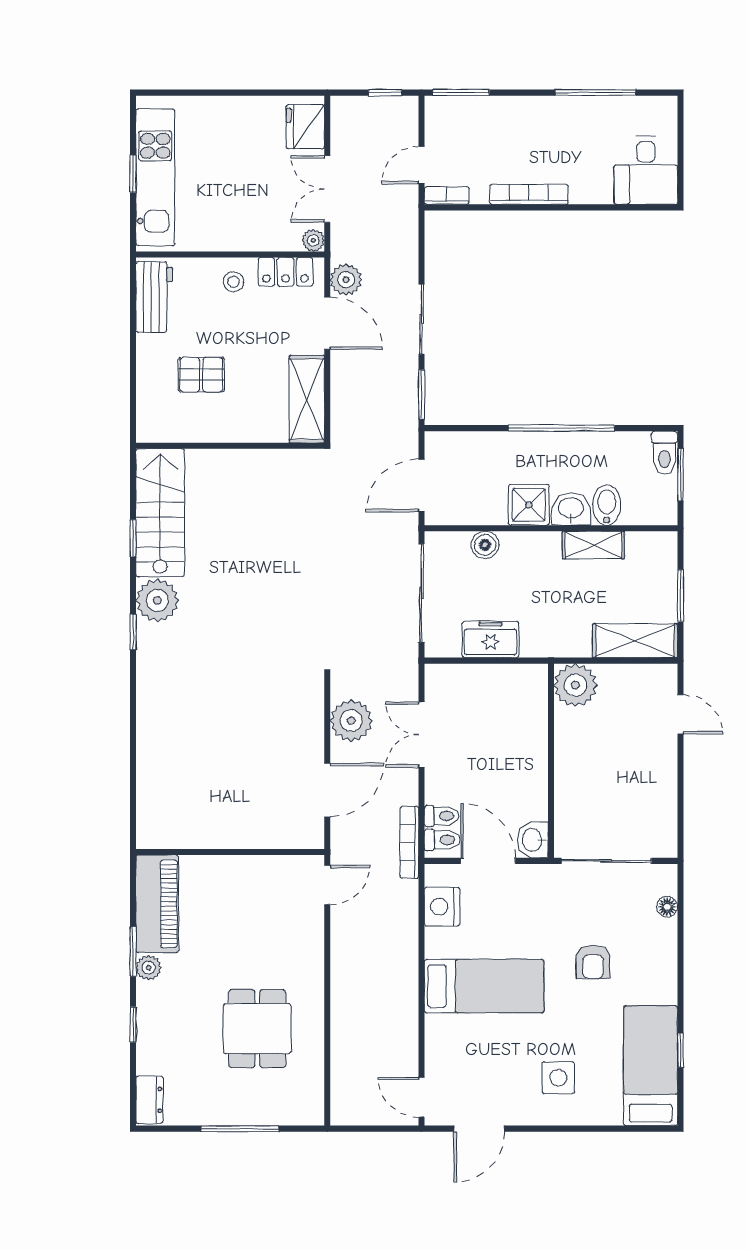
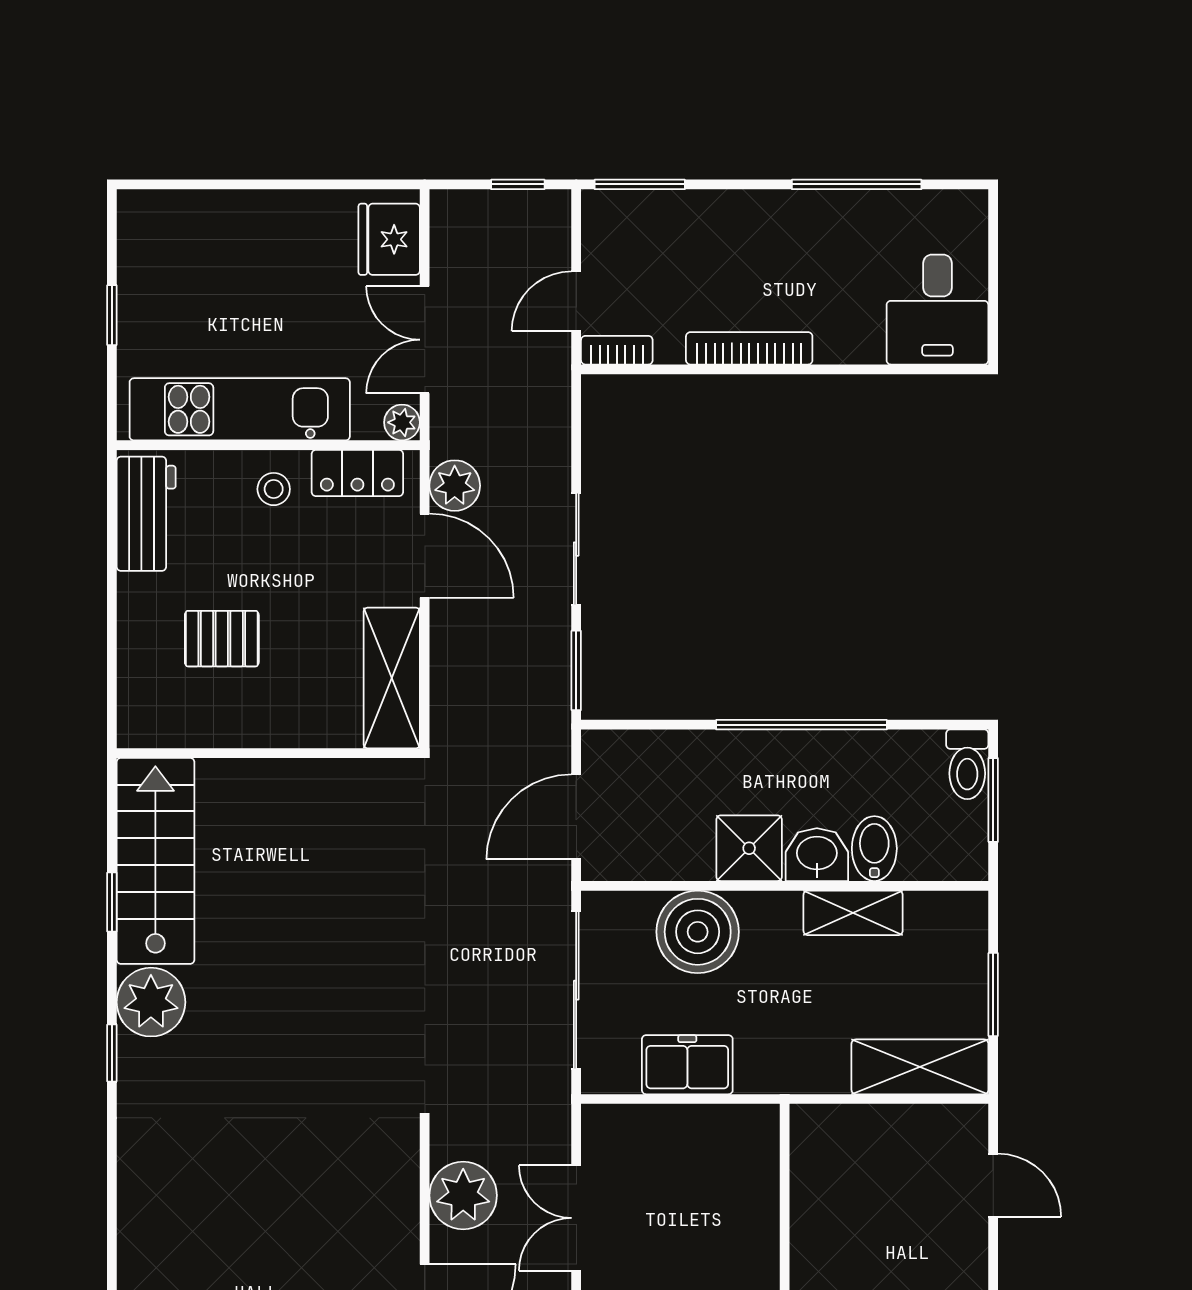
kitchen unit: (155, 177) -> (240, 409), moved, turned -90
boiler: (485, 545) -> (698, 932), width x1.86, depth x1.86
plant: (575, 685) -> (824, 1138), removed

